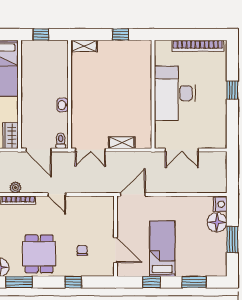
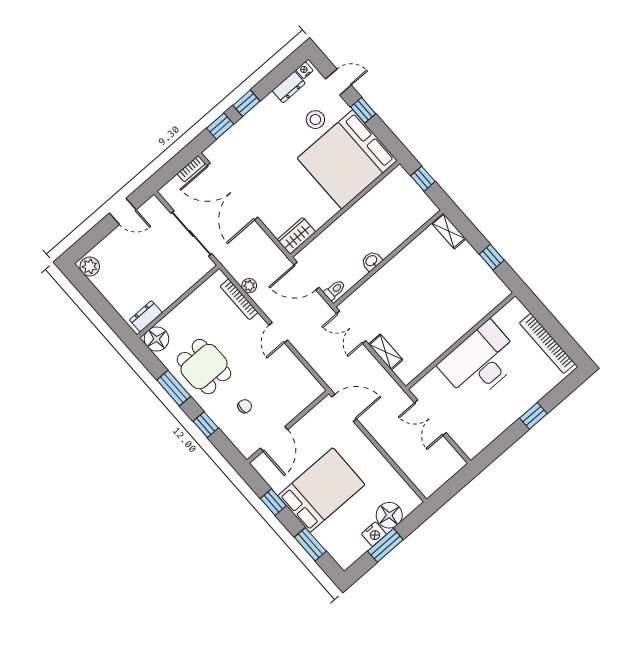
door: (39, 150) -> (306, 276), hinge flipped
nightstand: (220, 204) -> (374, 534), moved
bed: (162, 249) -> (321, 490), width x1.50
dining table: (39, 254) -> (204, 367), turned 90
window: (19, 282) -> (174, 388), moved

